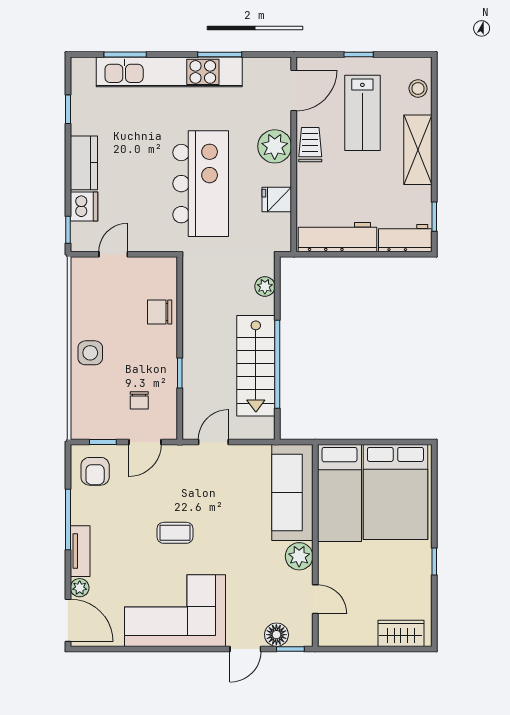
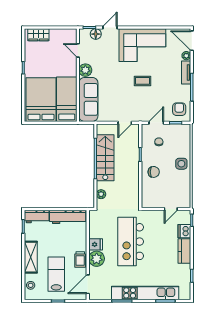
fridge: (277, 199) -> (96, 244), moved
chair: (160, 312) -> (154, 172), moved

